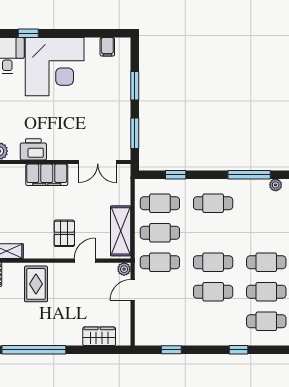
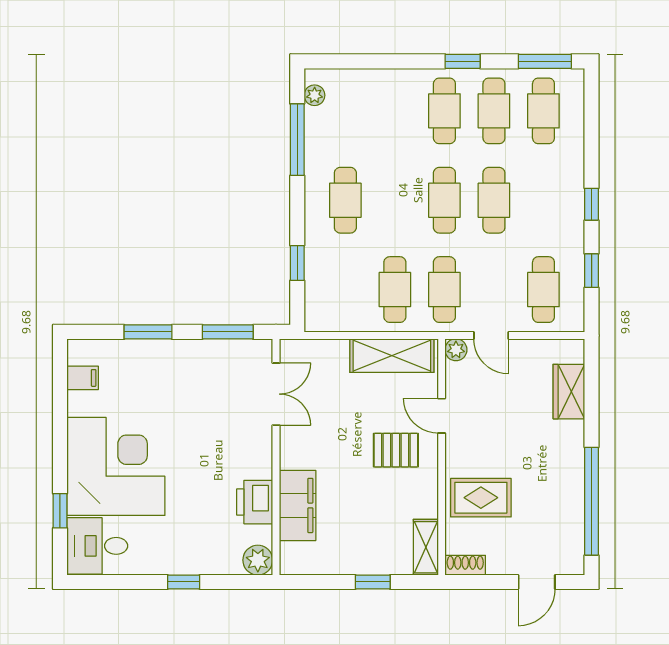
filing cabinet: (47, 175) -> (298, 505), moved
cafe table: (160, 203) -> (543, 290), moved
window: (238, 350) -> (592, 204), moved

